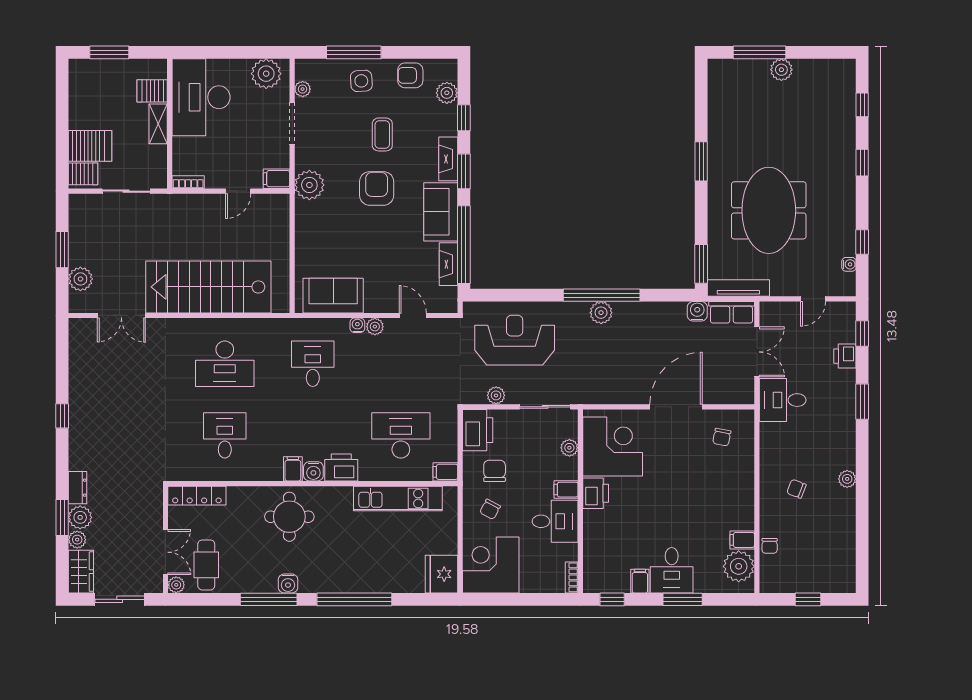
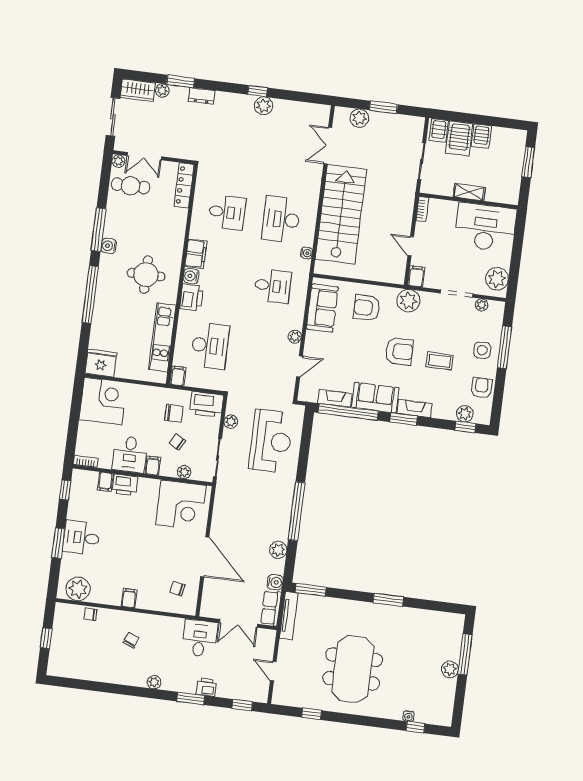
server rack: (152, 91) -> (481, 136), moved, turned 180
window: (464, 118) -> (465, 427), moved
window: (862, 163) -> (372, 722), removed
meeting table: (769, 210) -> (353, 669), moved, turned 90
armchair: (326, 238) -> (367, 308), added
water cooler: (849, 264) -> (408, 716), moved
plant: (601, 313) -> (278, 550), moved
water cooler: (357, 325) -> (306, 253), moved
printer: (845, 356) -> (206, 687), moved
filing cabinet: (293, 469) -> (196, 254), width x2.00
plant: (847, 479) -> (154, 682), moved
printer: (596, 493) -> (125, 485), moved
chair: (490, 509) -> (177, 442), moved
plant: (80, 517) -> (264, 106), moved
round table: (289, 517) -> (146, 275), moved
filing cabinet: (742, 540) -> (129, 598), moved
filing cabinet: (640, 581) -> (105, 482), moved, turned 90

